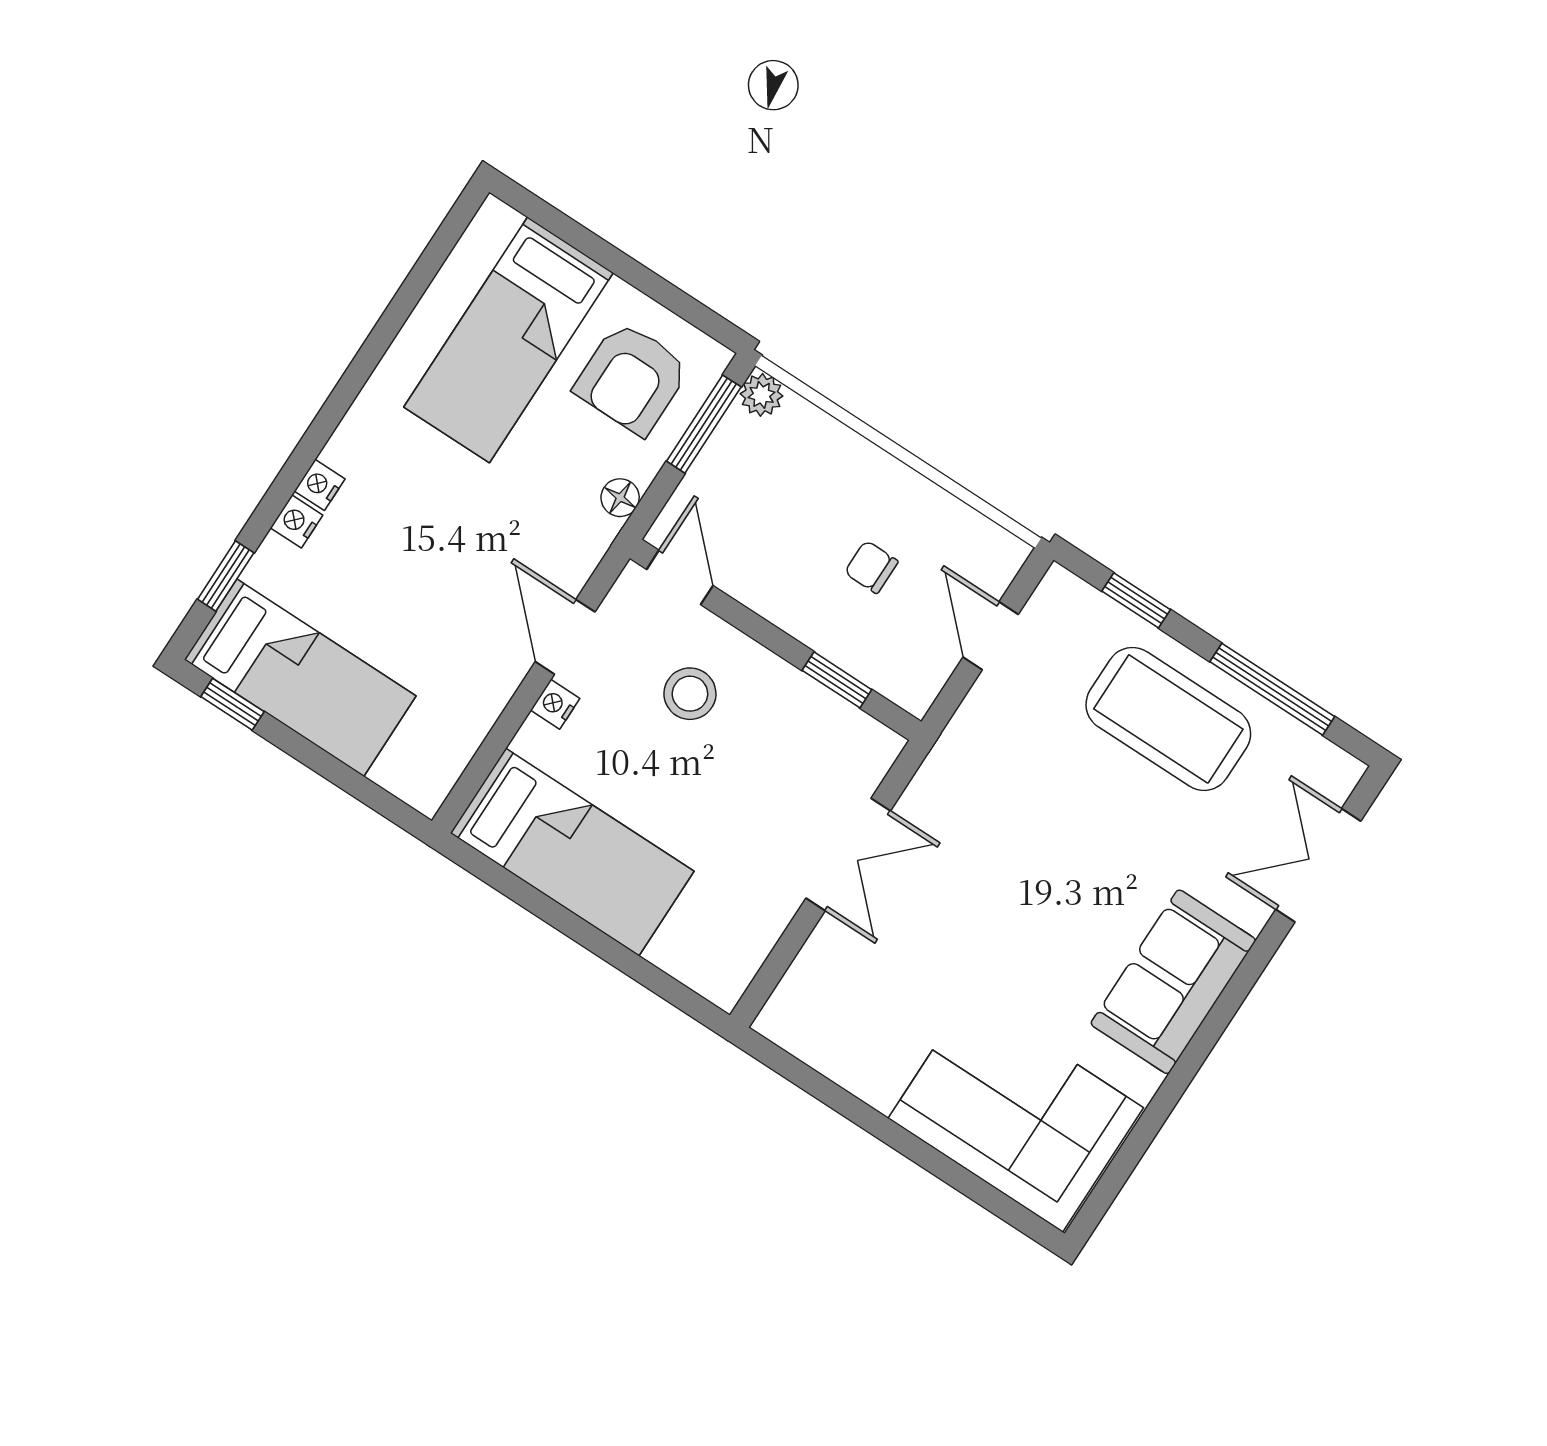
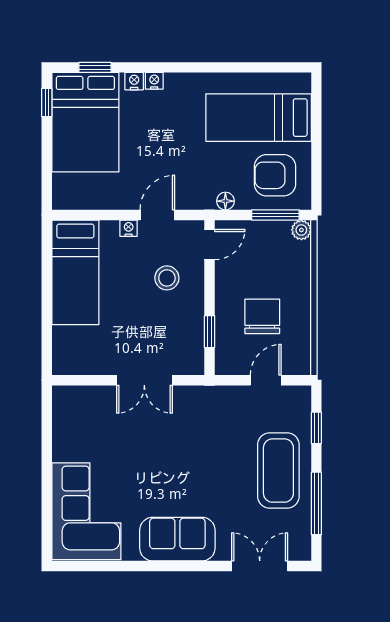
chair: (871, 567) -> (262, 316), width x1.87, depth x1.87
bed: (300, 678) -> (85, 122), width x1.50

